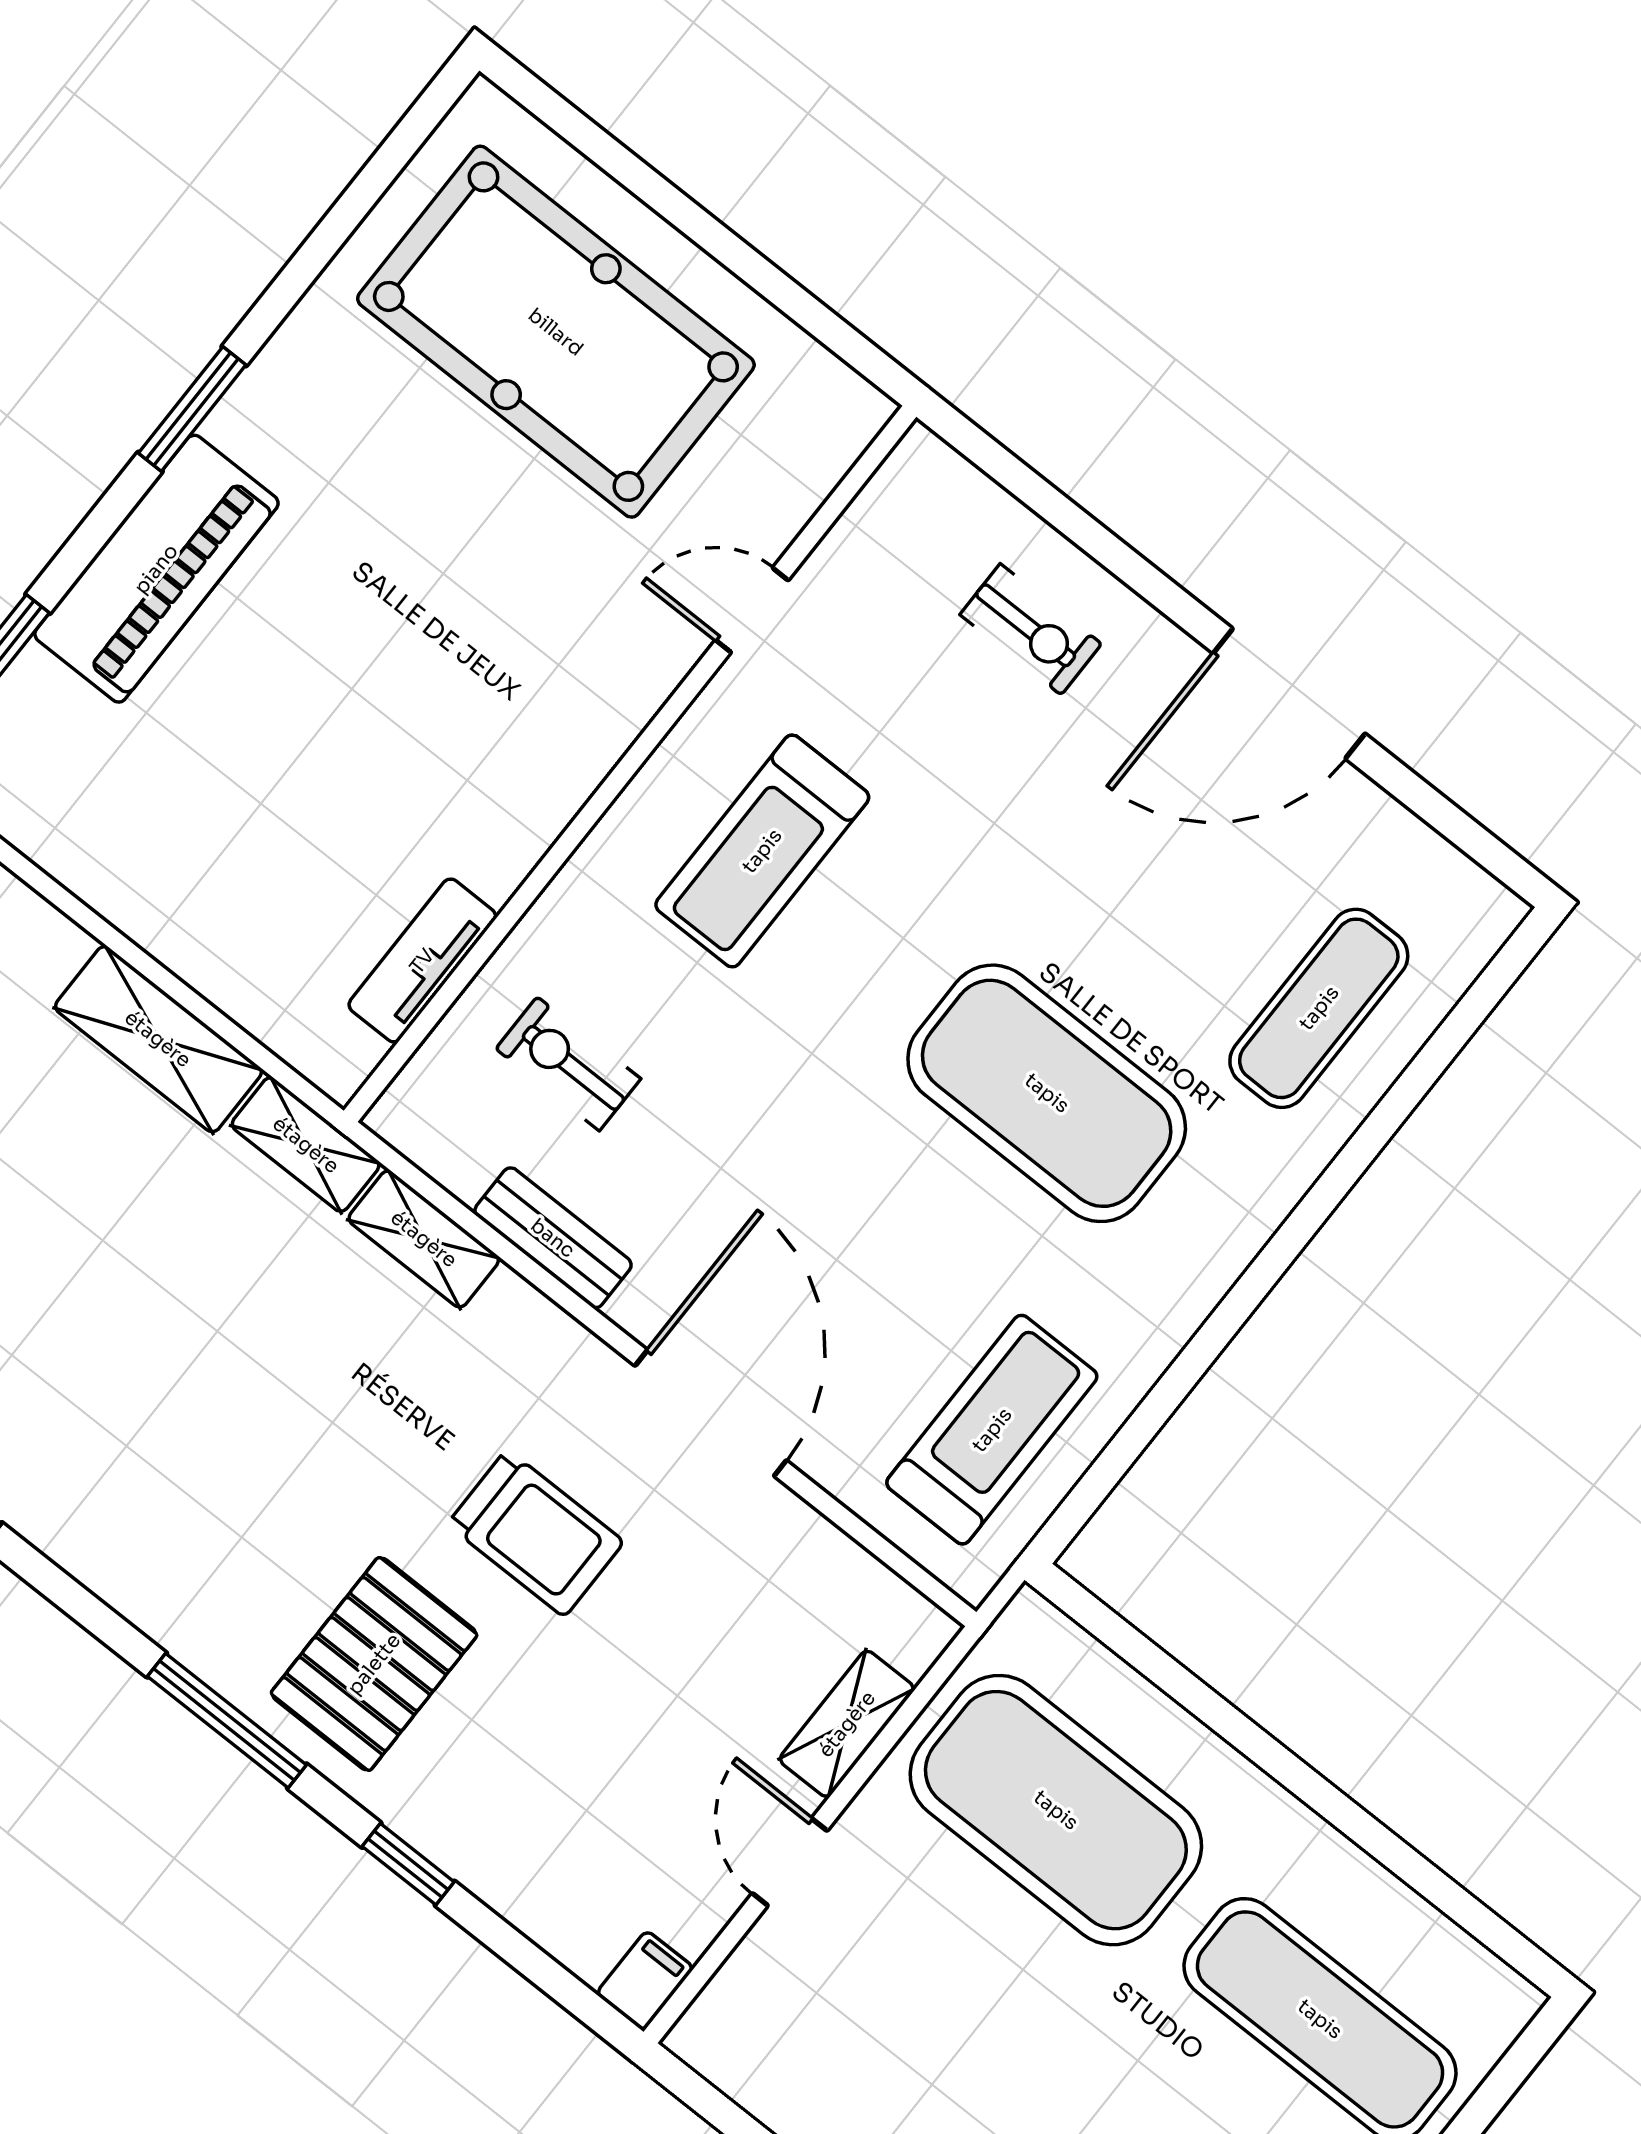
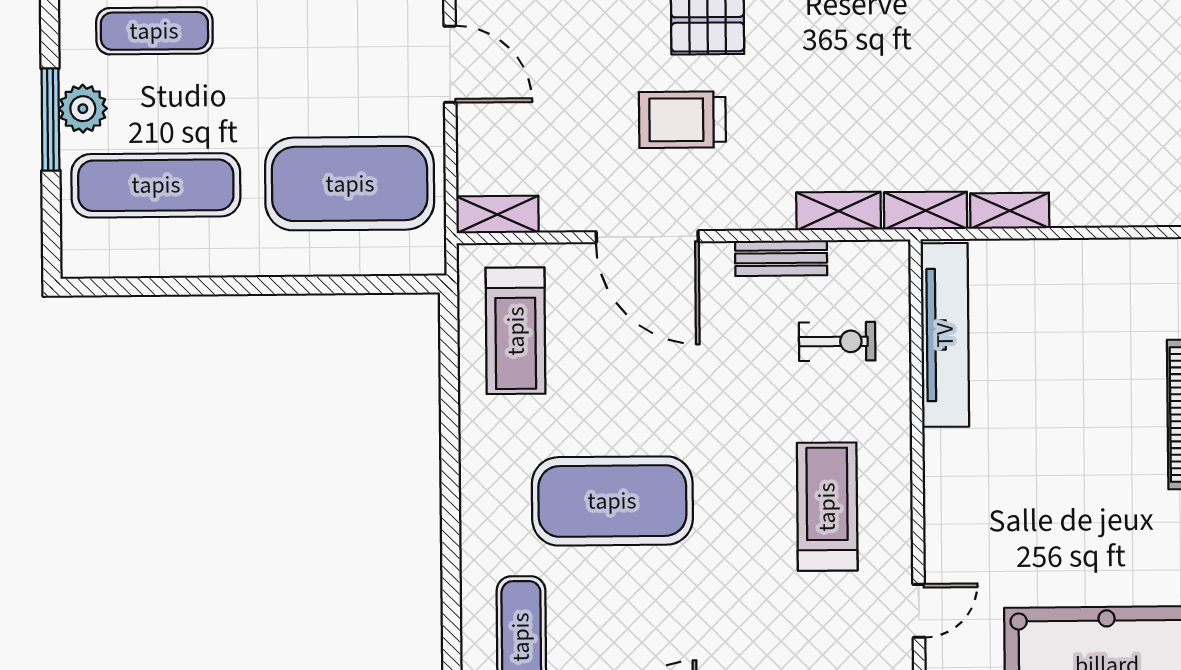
tv unit: (422, 961) -> (945, 335), width x1.92, depth x1.29
shelving: (158, 1039) -> (1010, 211), width x0.67, depth x0.75
shelving: (847, 1724) -> (497, 214), moved, turned 90
door: (790, 1862) -> (450, 64), width x1.38

